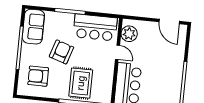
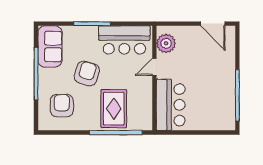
door: (118, 52) -> (154, 67), swing flipped
armchair: (38, 76) -> (62, 106), turned 90

